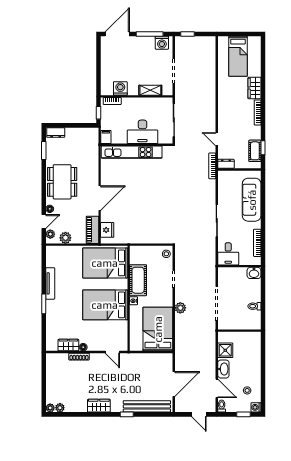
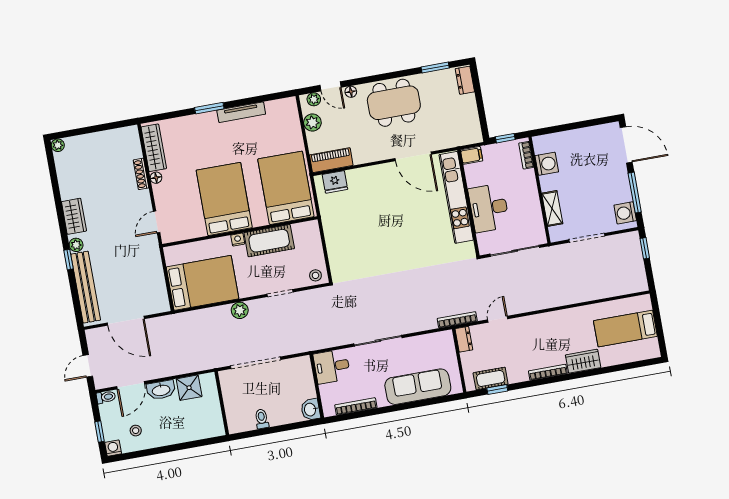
door: (100, 198) -> (413, 156), moved
wardrobe: (68, 345) -> (154, 148), width x1.50
plant: (60, 408) -> (76, 245), moved

